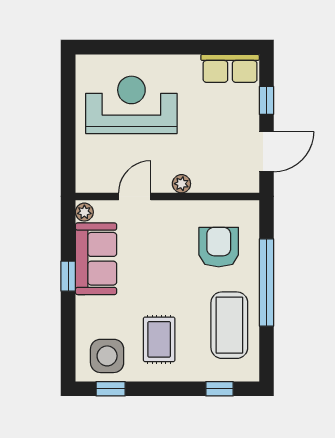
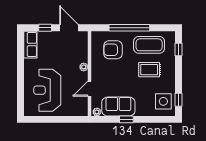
door: (135, 196) -> (90, 89), hinge flipped
rug: (159, 339) -> (149, 70), moved

